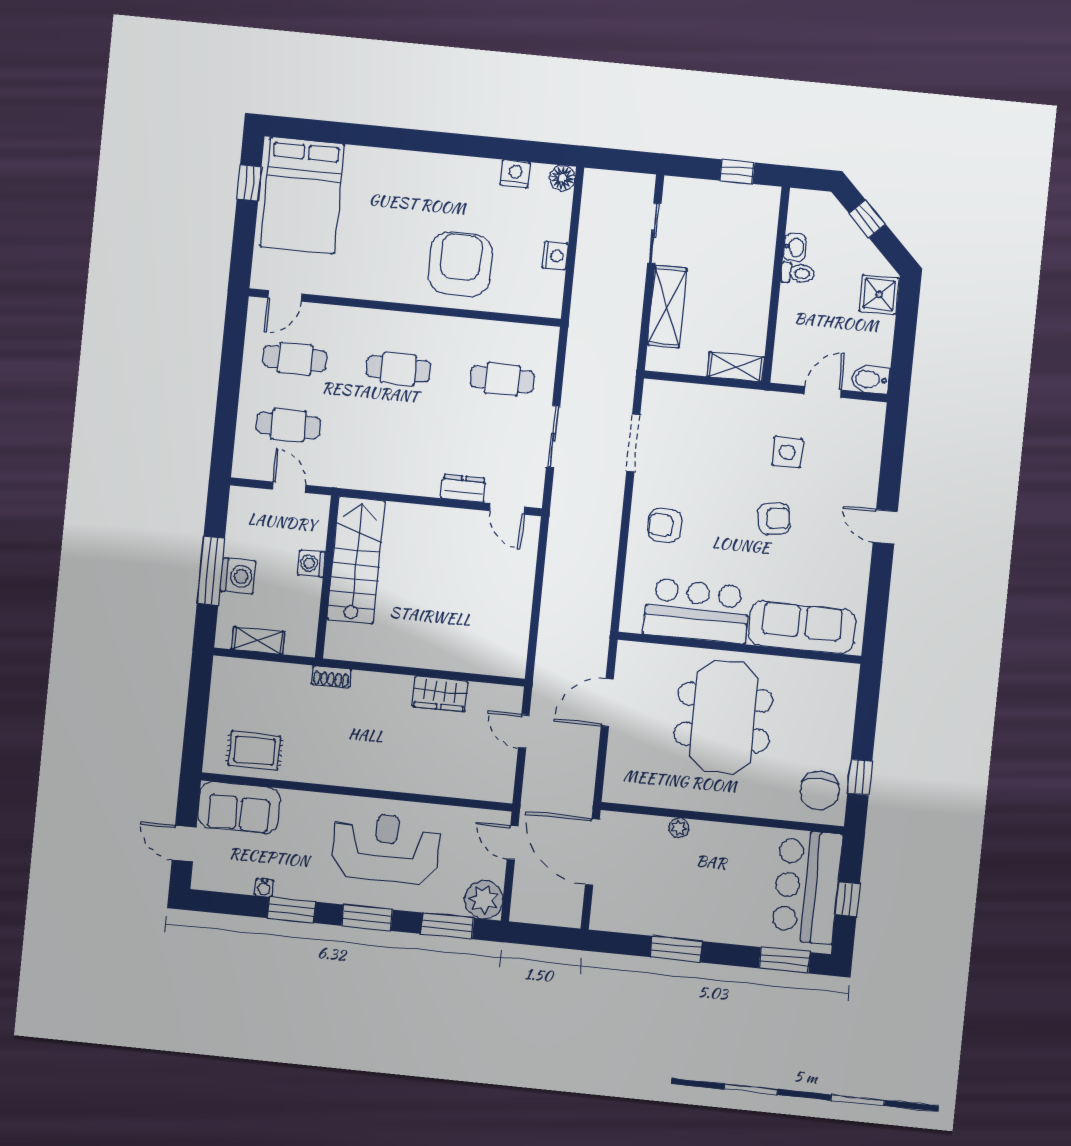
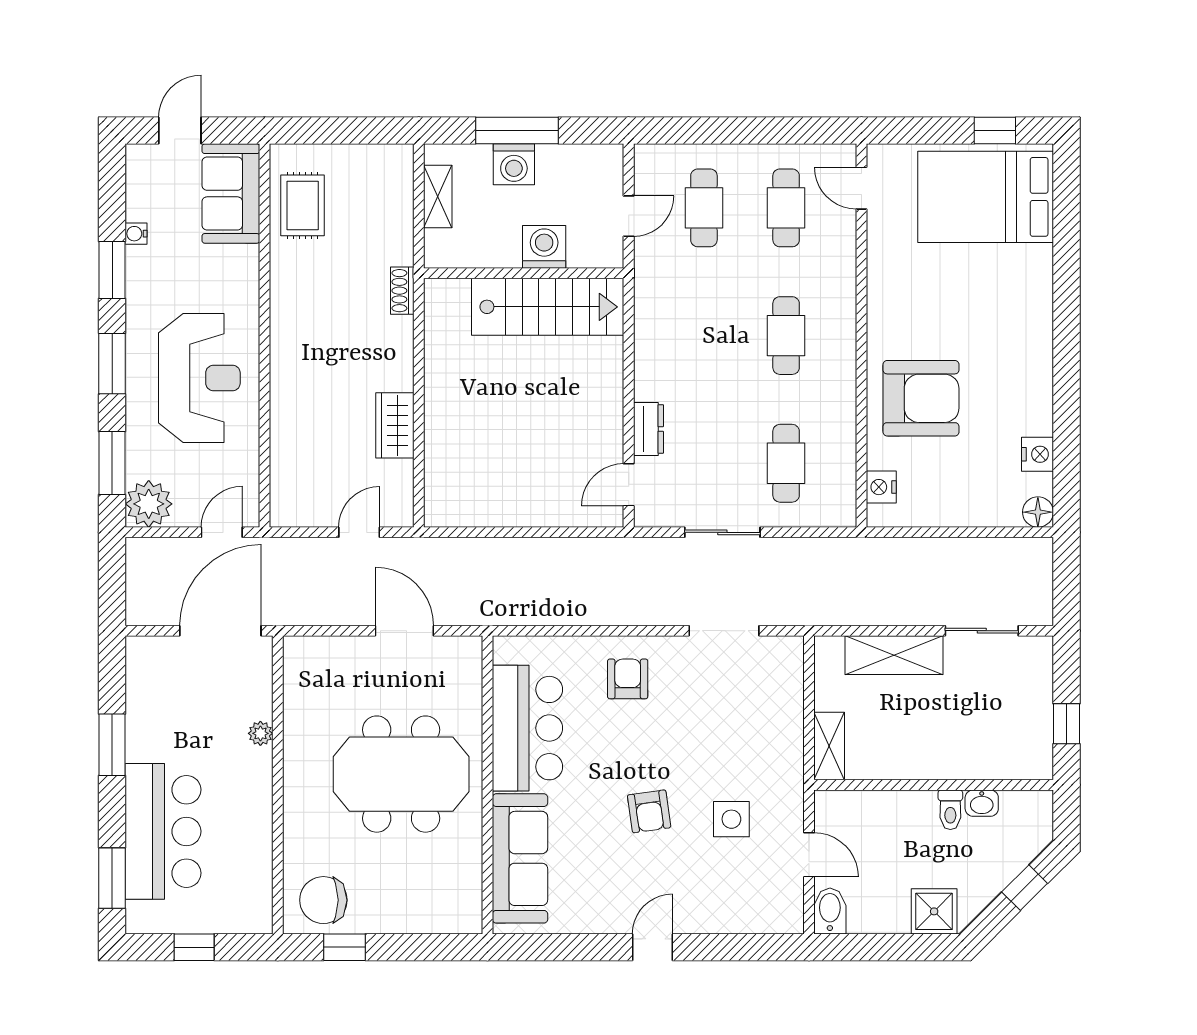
nightstand: (555, 256) -> (881, 487), moved, turned 90
washing machine: (311, 563) -> (544, 247), width x1.38, depth x1.38
bar counter: (807, 887) -> (163, 831), moved, turned 90

